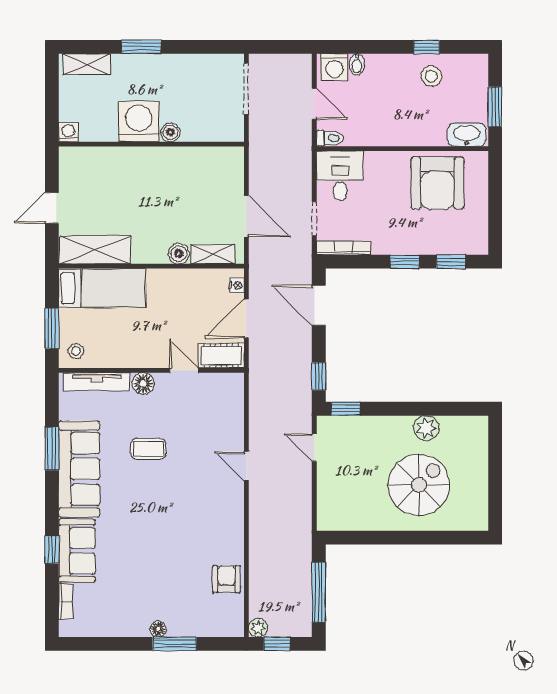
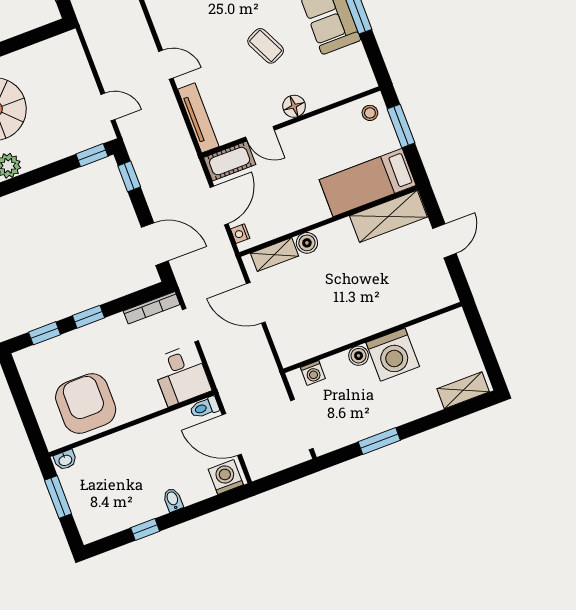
window: (141, 47) -> (379, 441), moved
bidet: (357, 64) -> (173, 500), moved
stool: (431, 76) -> (130, 503), removed
door: (314, 104) -> (232, 435), width x1.38
washing machine: (68, 132) -> (313, 373), moved
washbasin: (467, 135) -> (65, 460), width x0.52, depth x0.69
tv unit: (97, 382) -> (198, 118), moved, turned 90
coffee table: (148, 449) -> (266, 46), turned 64

